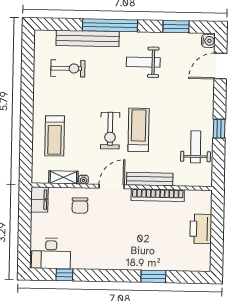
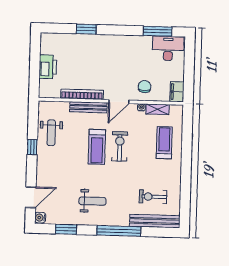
bench: (88, 38) -> (155, 221), moved
window: (64, 275) -> (158, 31), width x2.17

